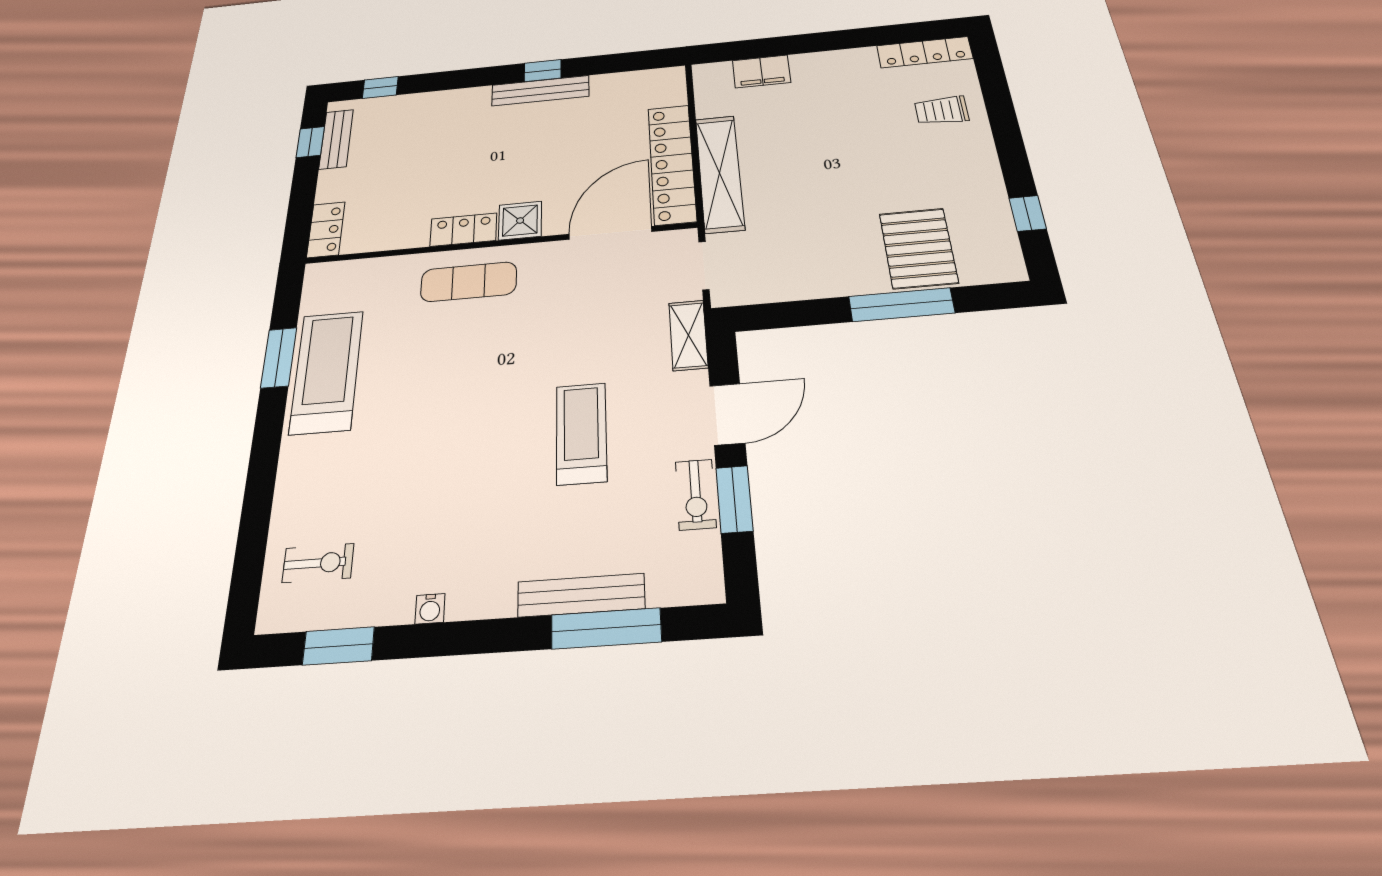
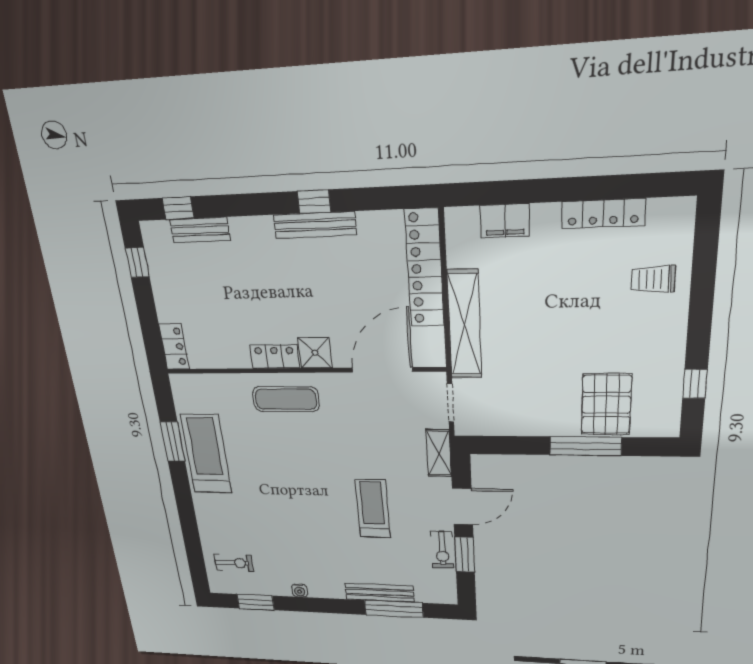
locker: (925, 52) -> (603, 214), moved
bench: (336, 139) -> (200, 230), moved, turned 90
locker: (672, 164) -> (425, 269), moved

